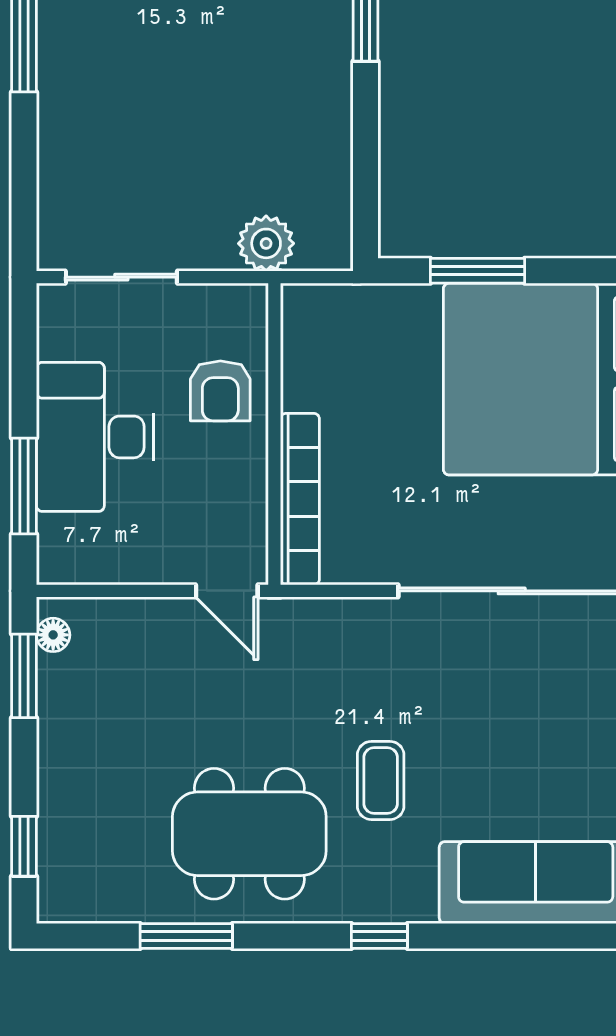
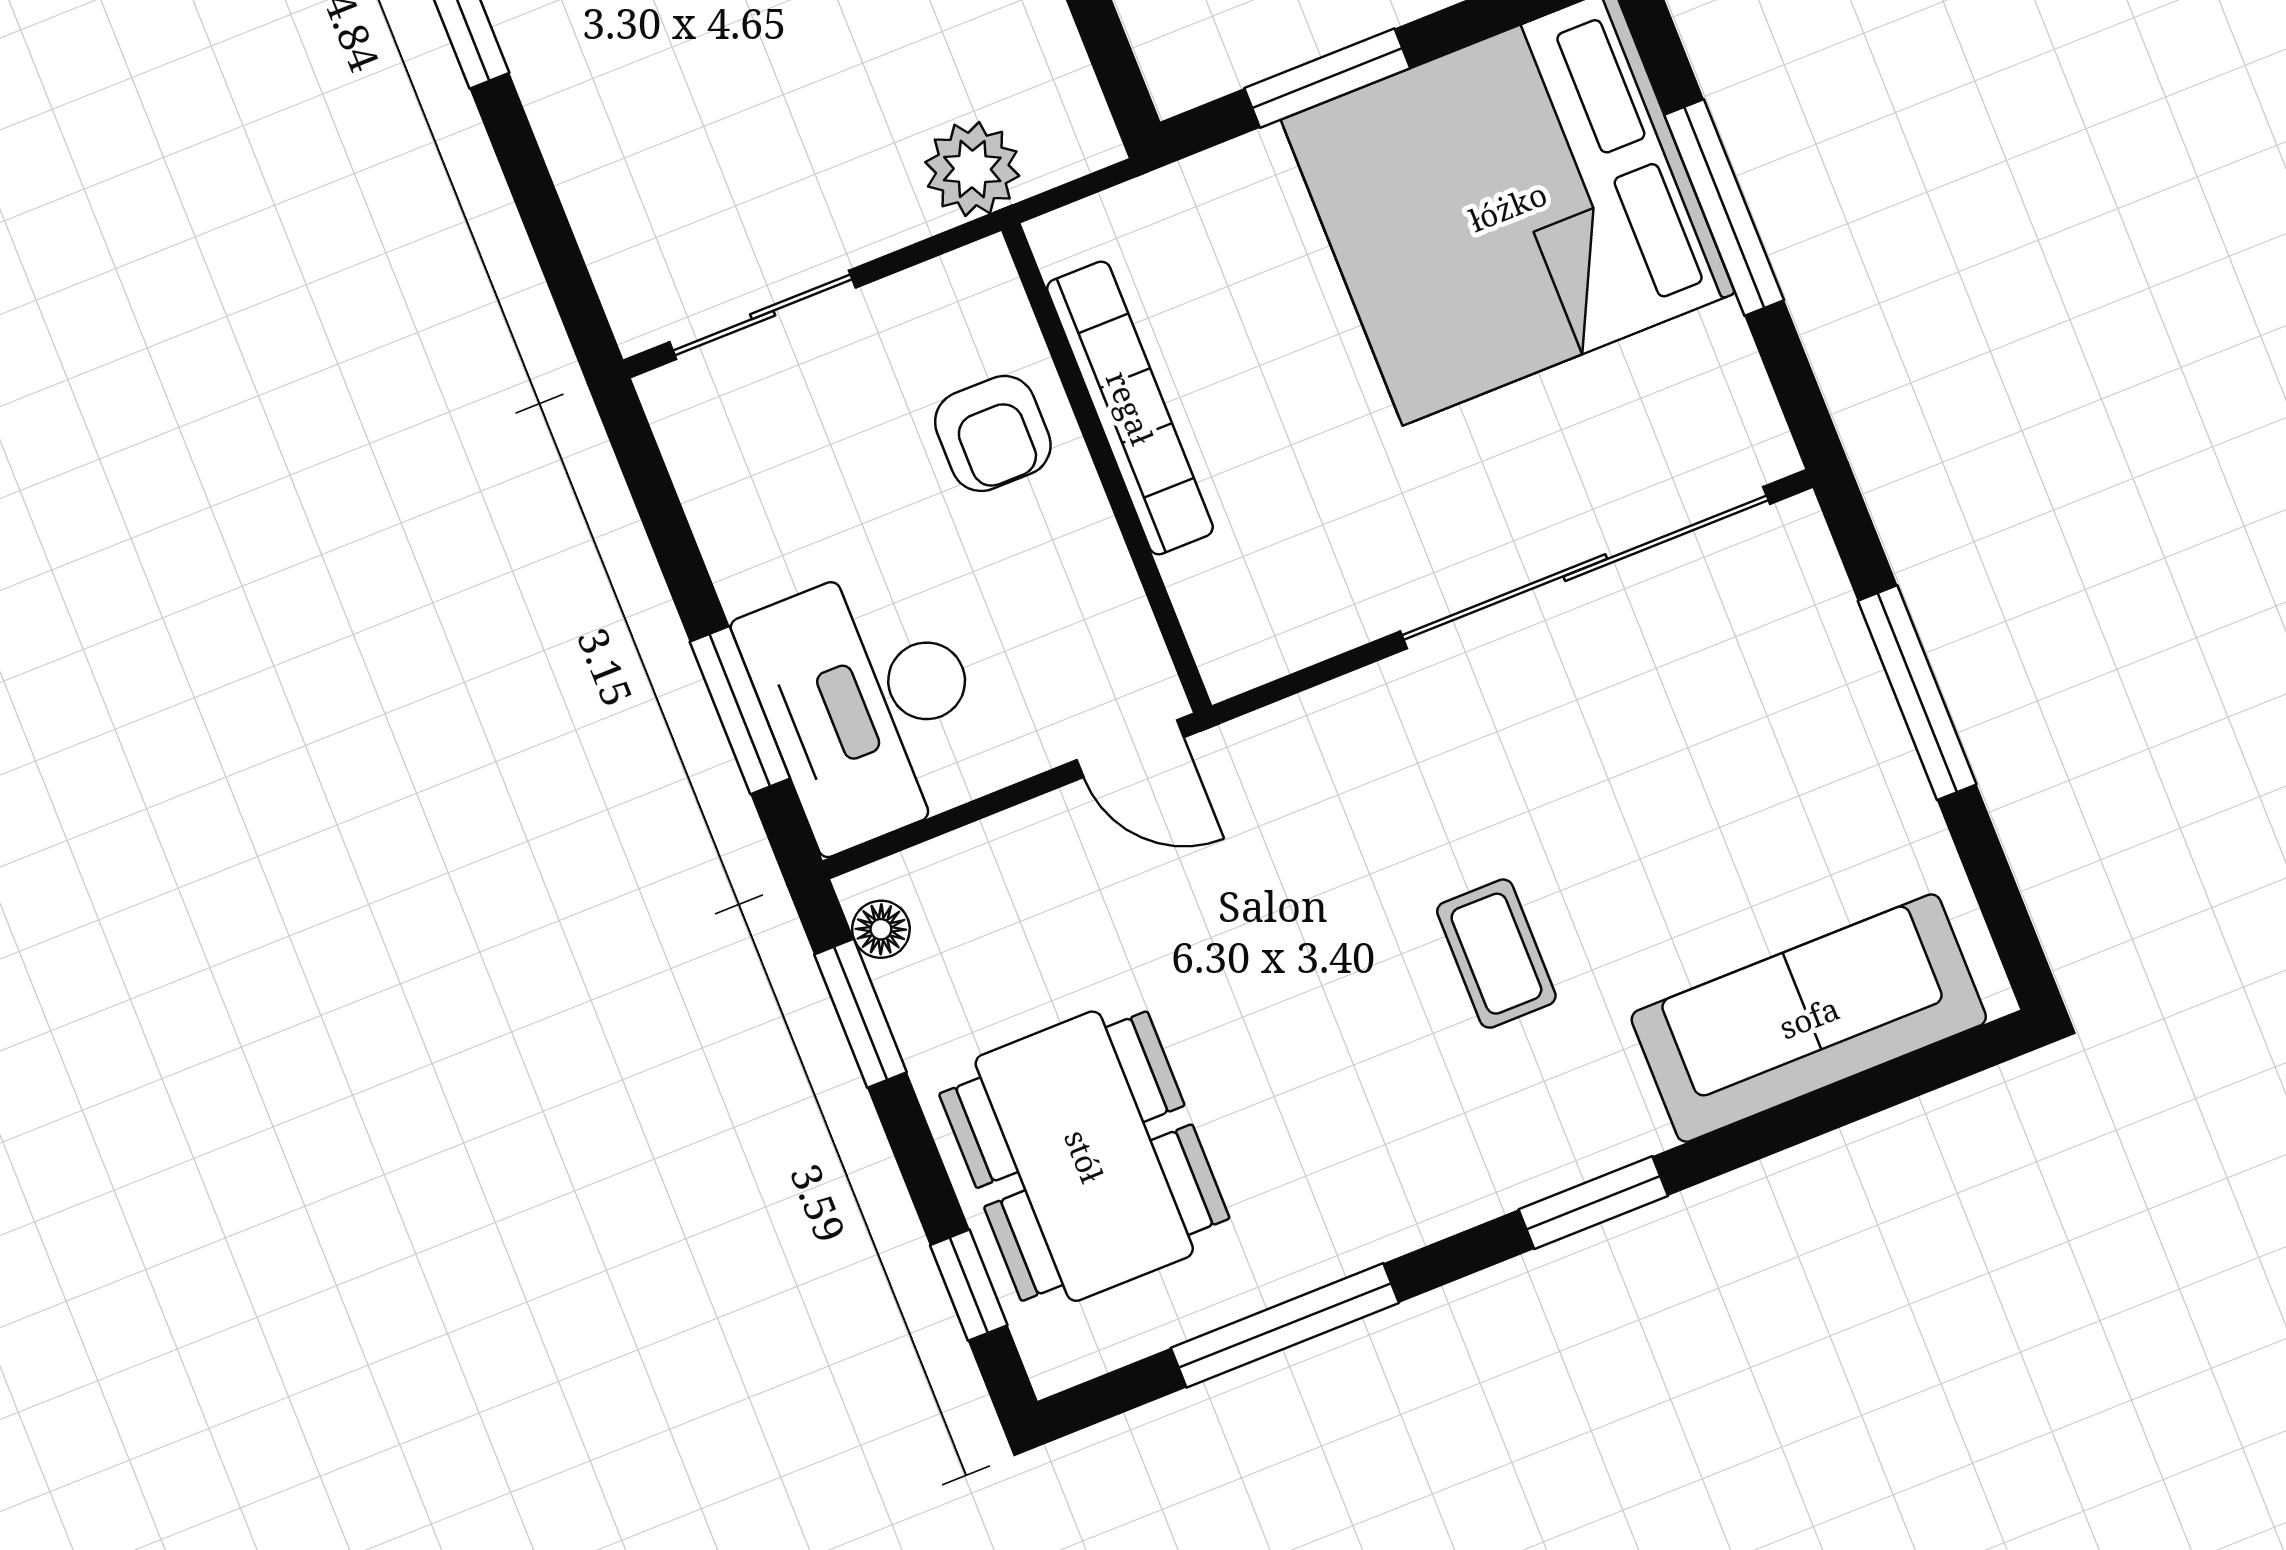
desk: (95, 437) -> (869, 704), moved
bookcase: (300, 499) -> (1130, 408), moved
dining table: (249, 834) -> (1084, 1156), moved, turned 90
window: (186, 936) -> (1285, 1325), width x1.44
window: (379, 936) -> (1593, 1203), width x1.50

